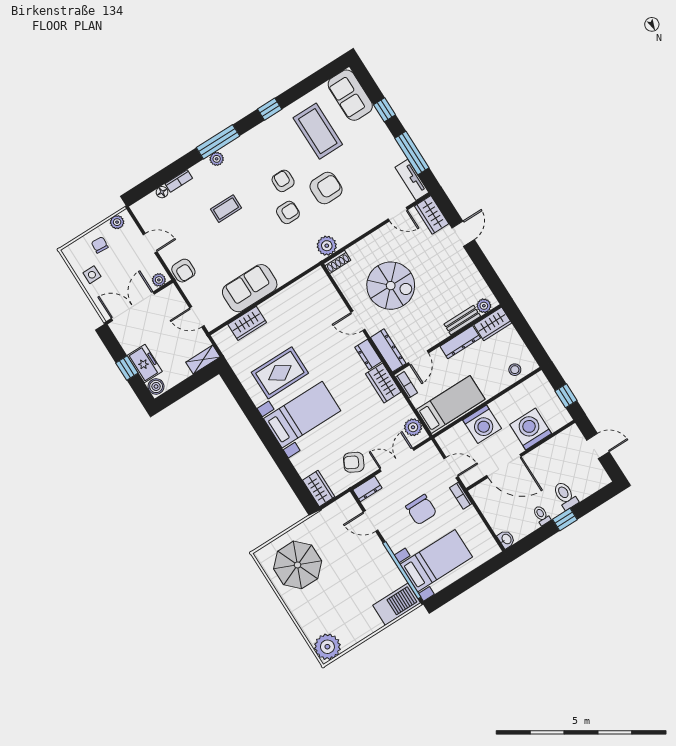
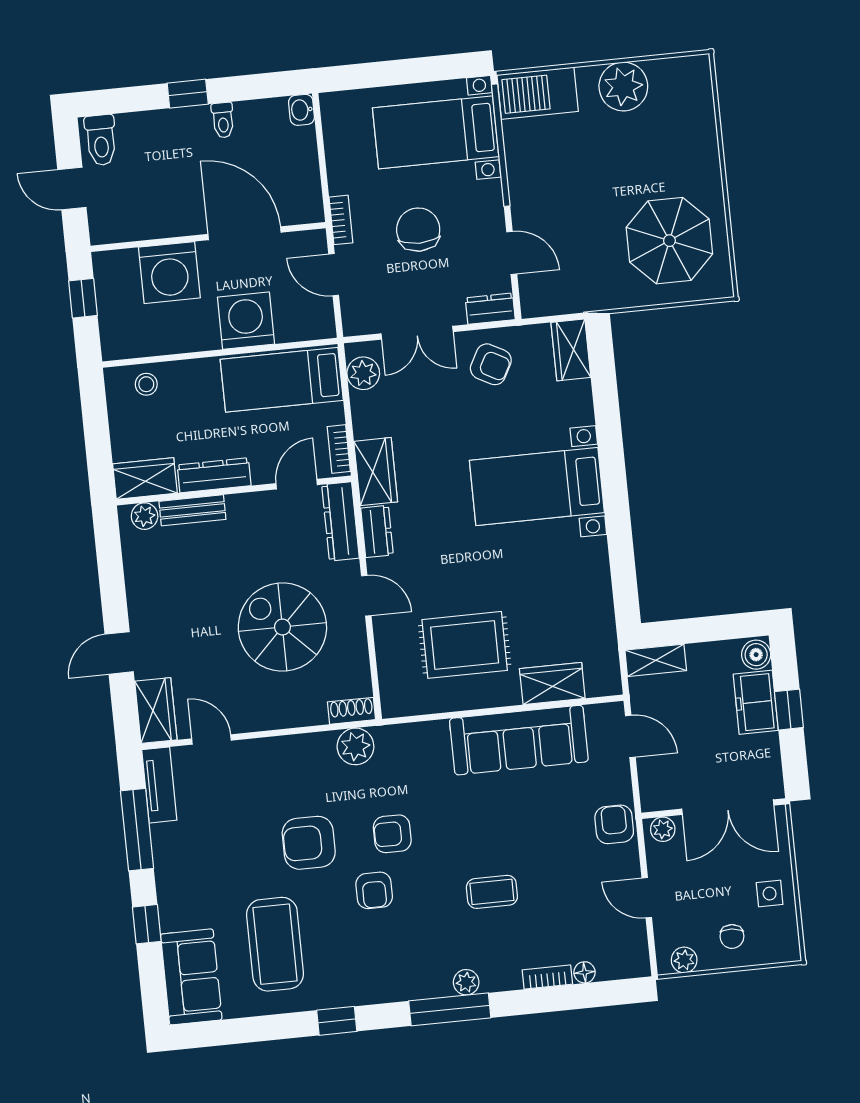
sofa: (250, 288) -> (519, 740), width x1.36
rug: (280, 373) -> (465, 645), moved
toilet: (565, 495) -> (101, 140), moved
plant: (327, 647) -> (623, 86), moved

